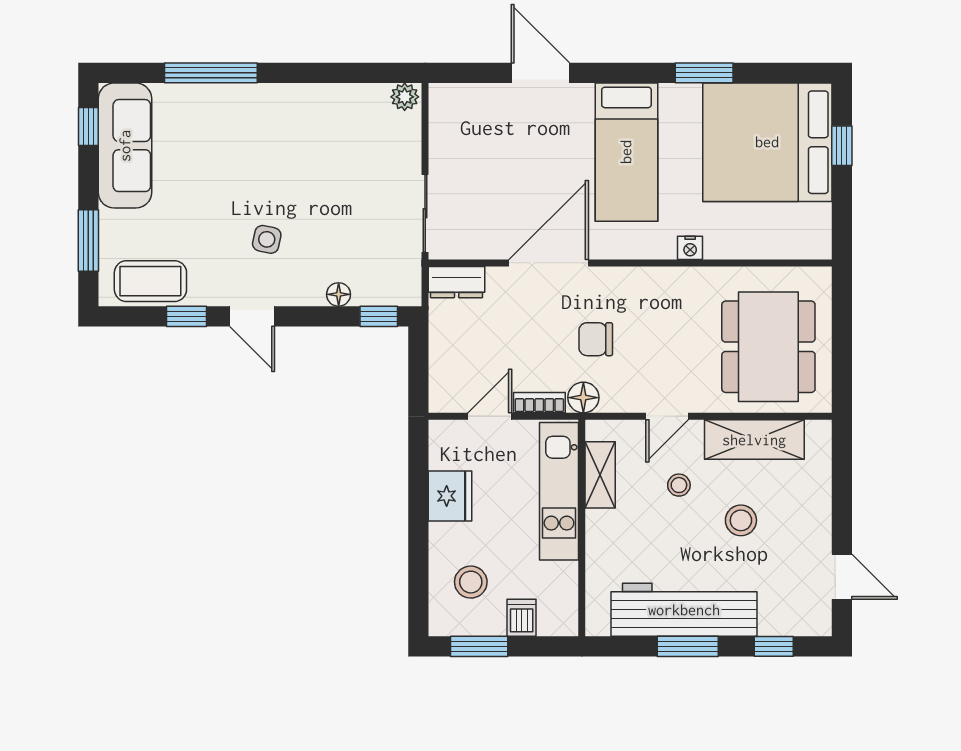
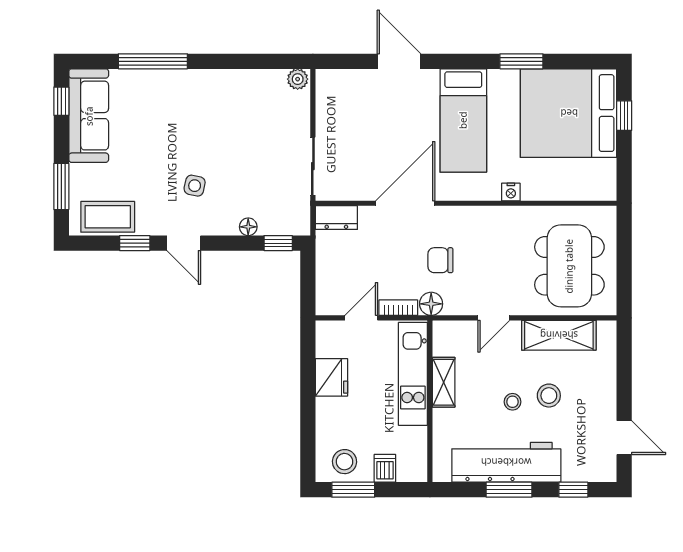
shelving: (600, 475) -> (444, 382), moved
stool: (679, 485) -> (513, 402), moved
stool: (471, 582) -> (345, 462), moved

